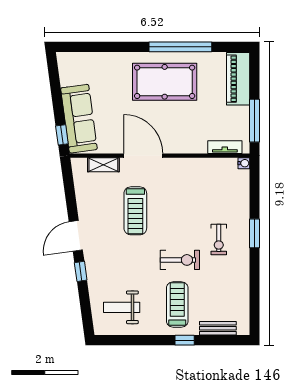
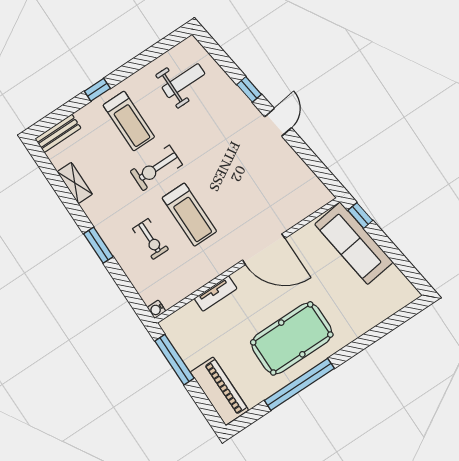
tv unit: (225, 147) -> (216, 294), moved
shelving: (103, 165) -> (75, 183), moved, turned 90
treadmill: (135, 211) -> (189, 215), moved, turned 180
door: (76, 236) -> (278, 122), width x0.73
exercise bike: (219, 239) -> (151, 239), moved, turned 180
bench: (218, 328) -> (58, 133), moved

